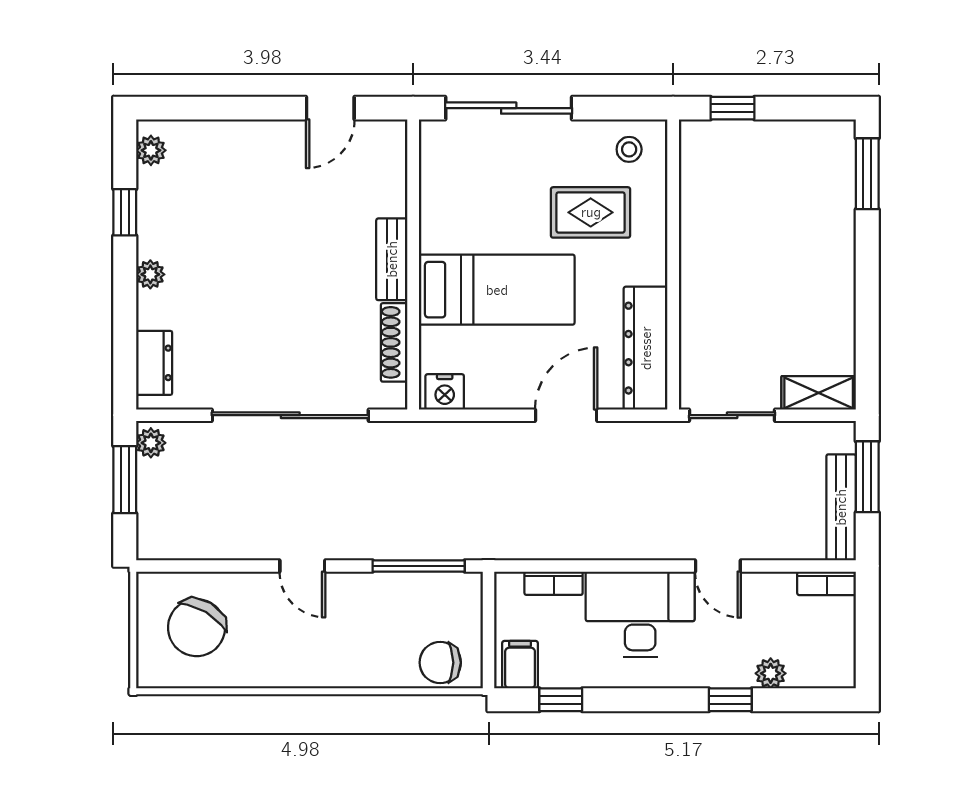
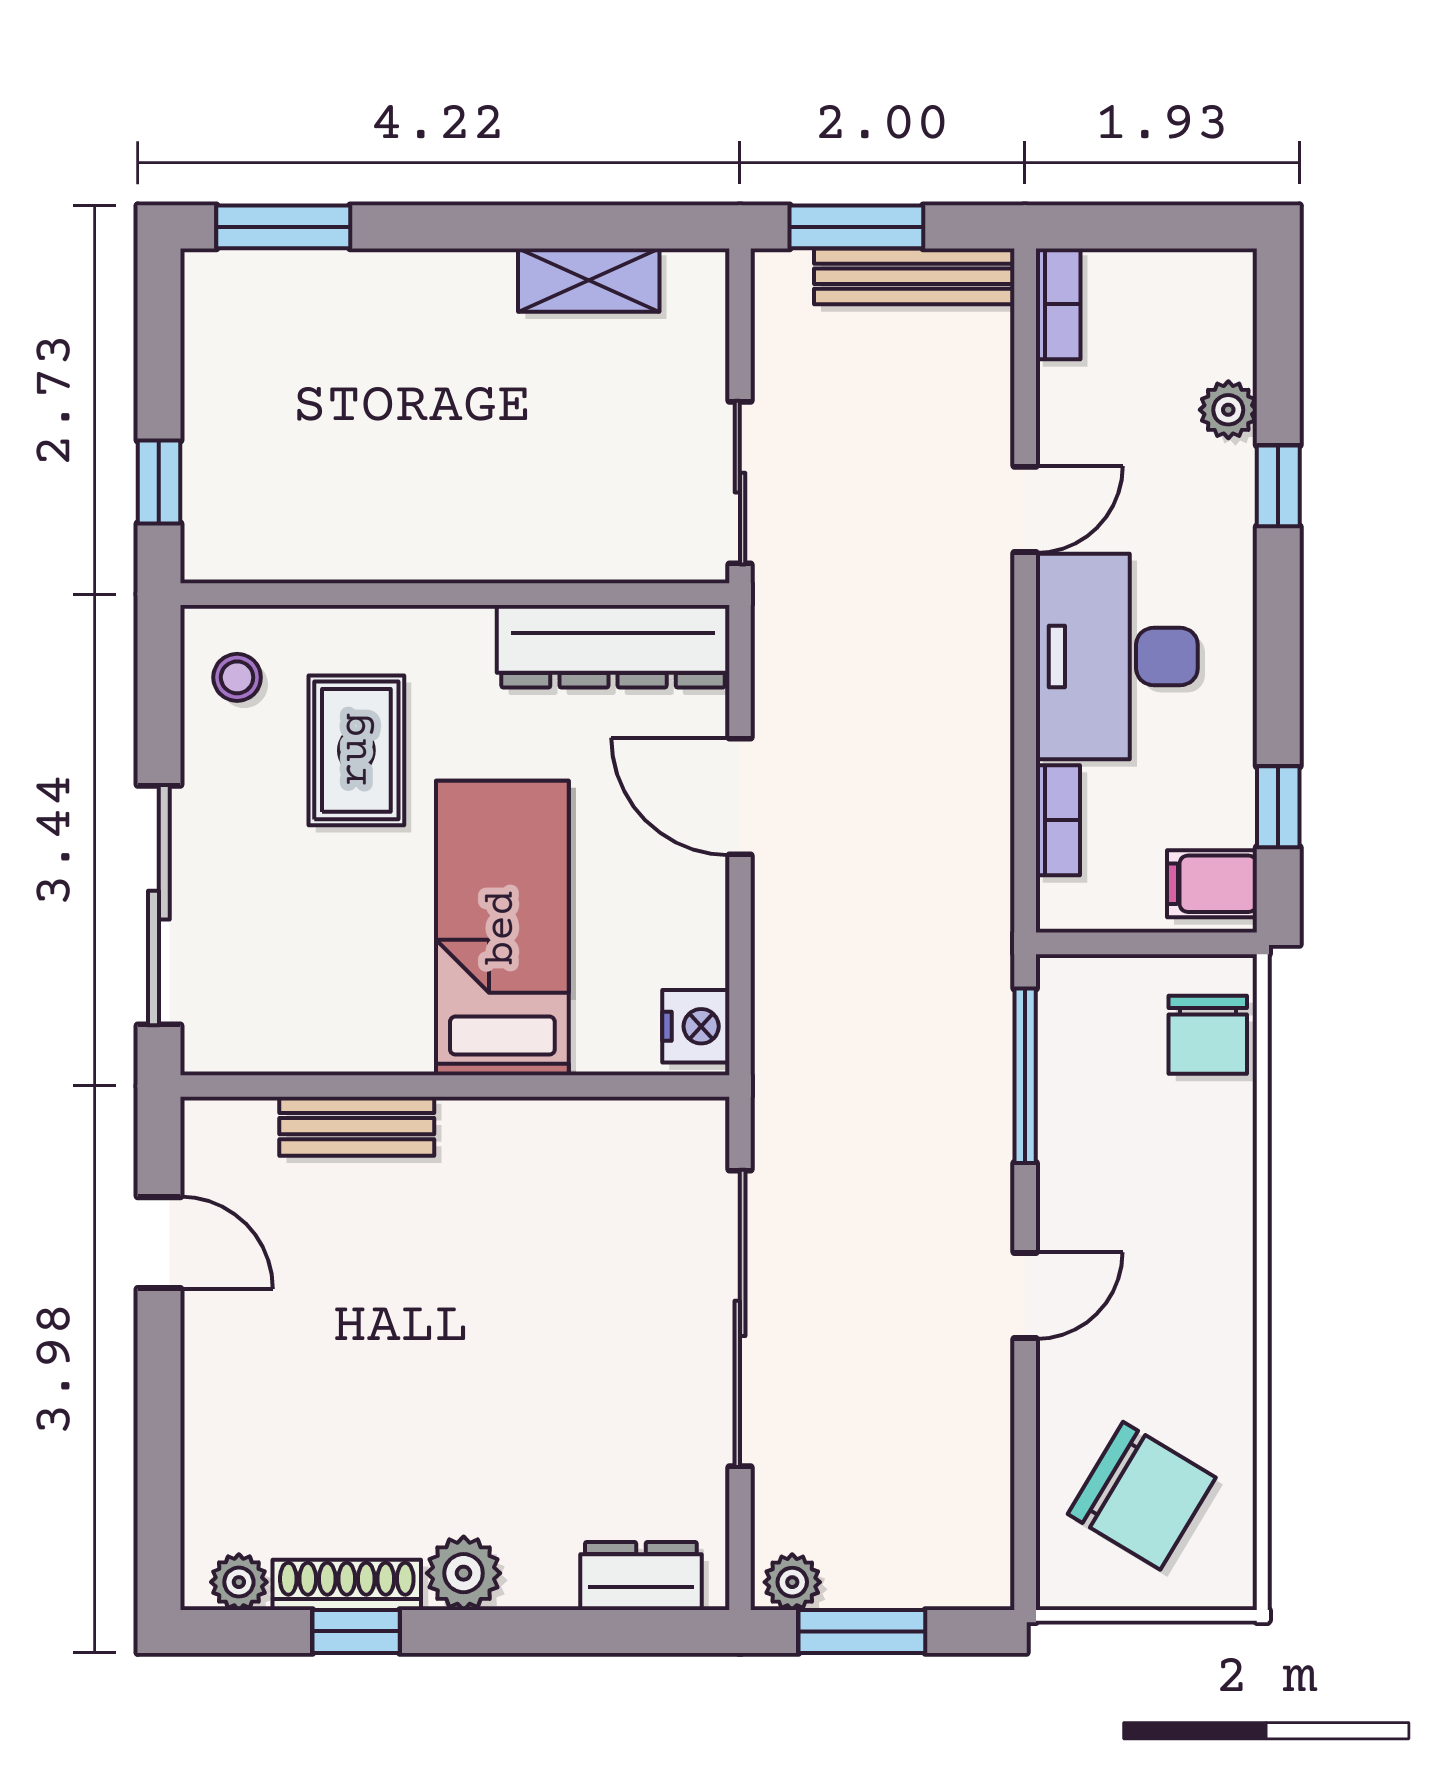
bench: (392, 259) -> (357, 1126), moved
plant: (150, 274) -> (464, 1573), width x1.38, depth x1.38
shoe rack: (394, 342) -> (347, 1585), moved, turned 180
shelving: (819, 393) -> (589, 280), moved, turned 90

